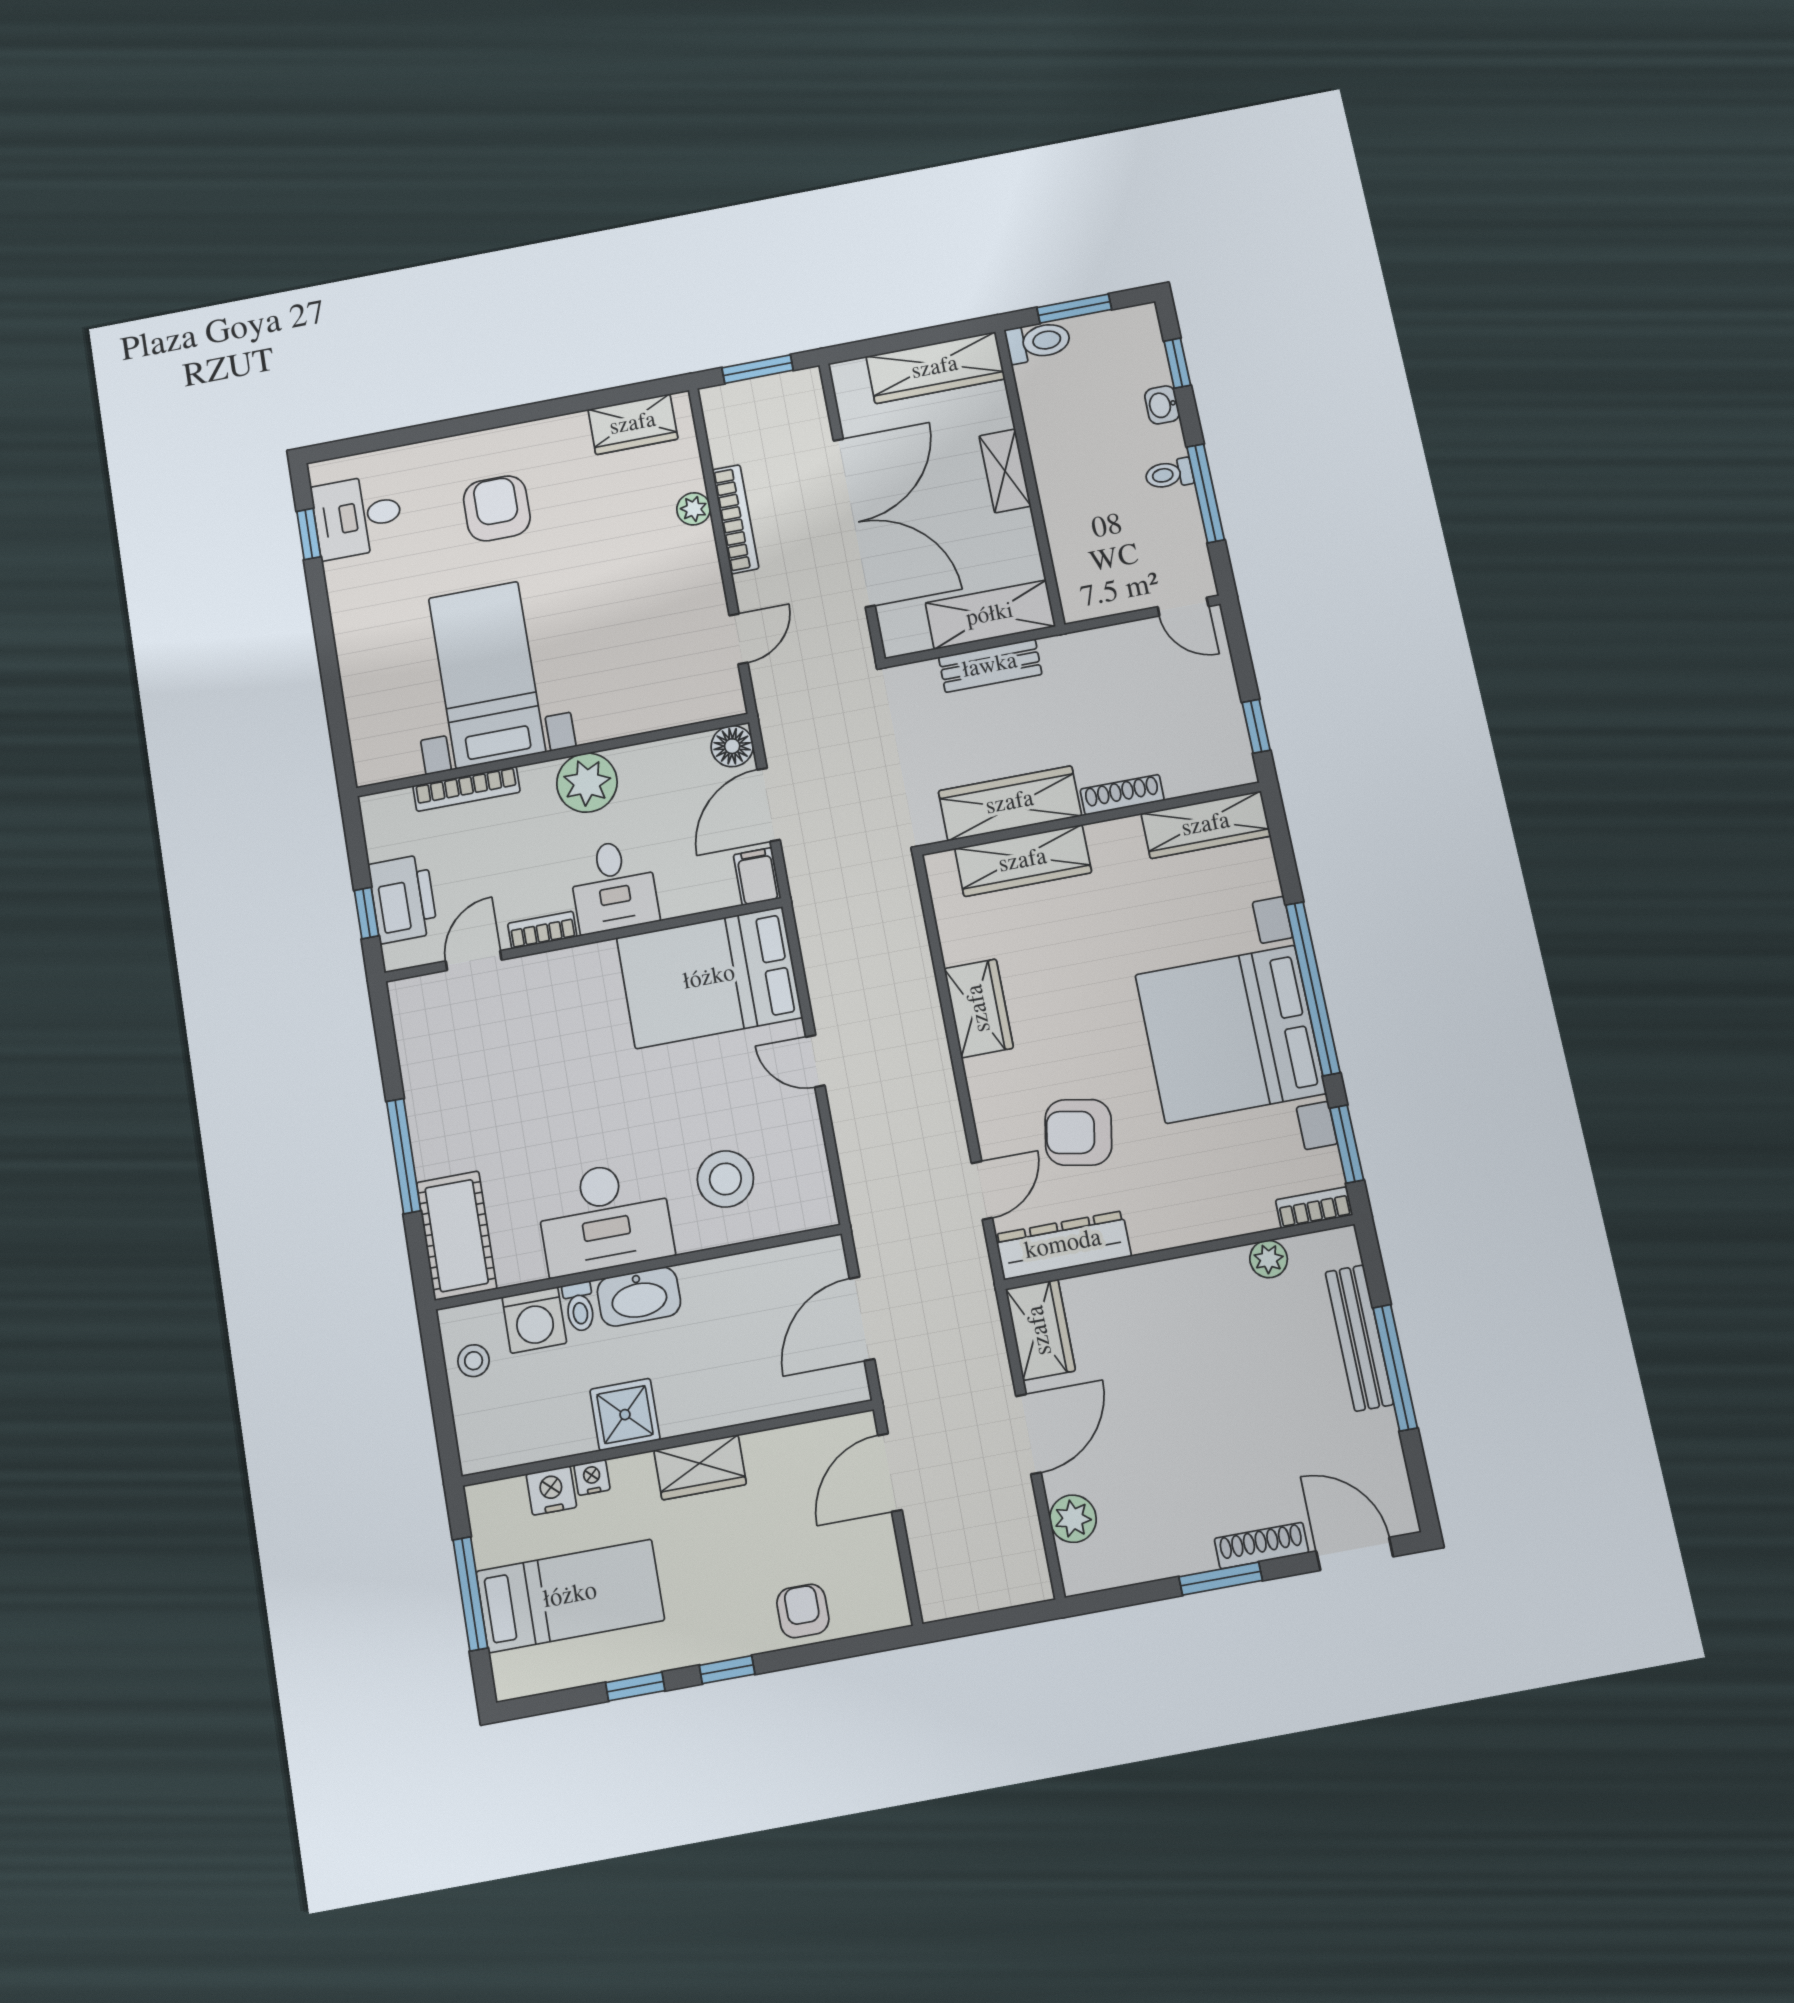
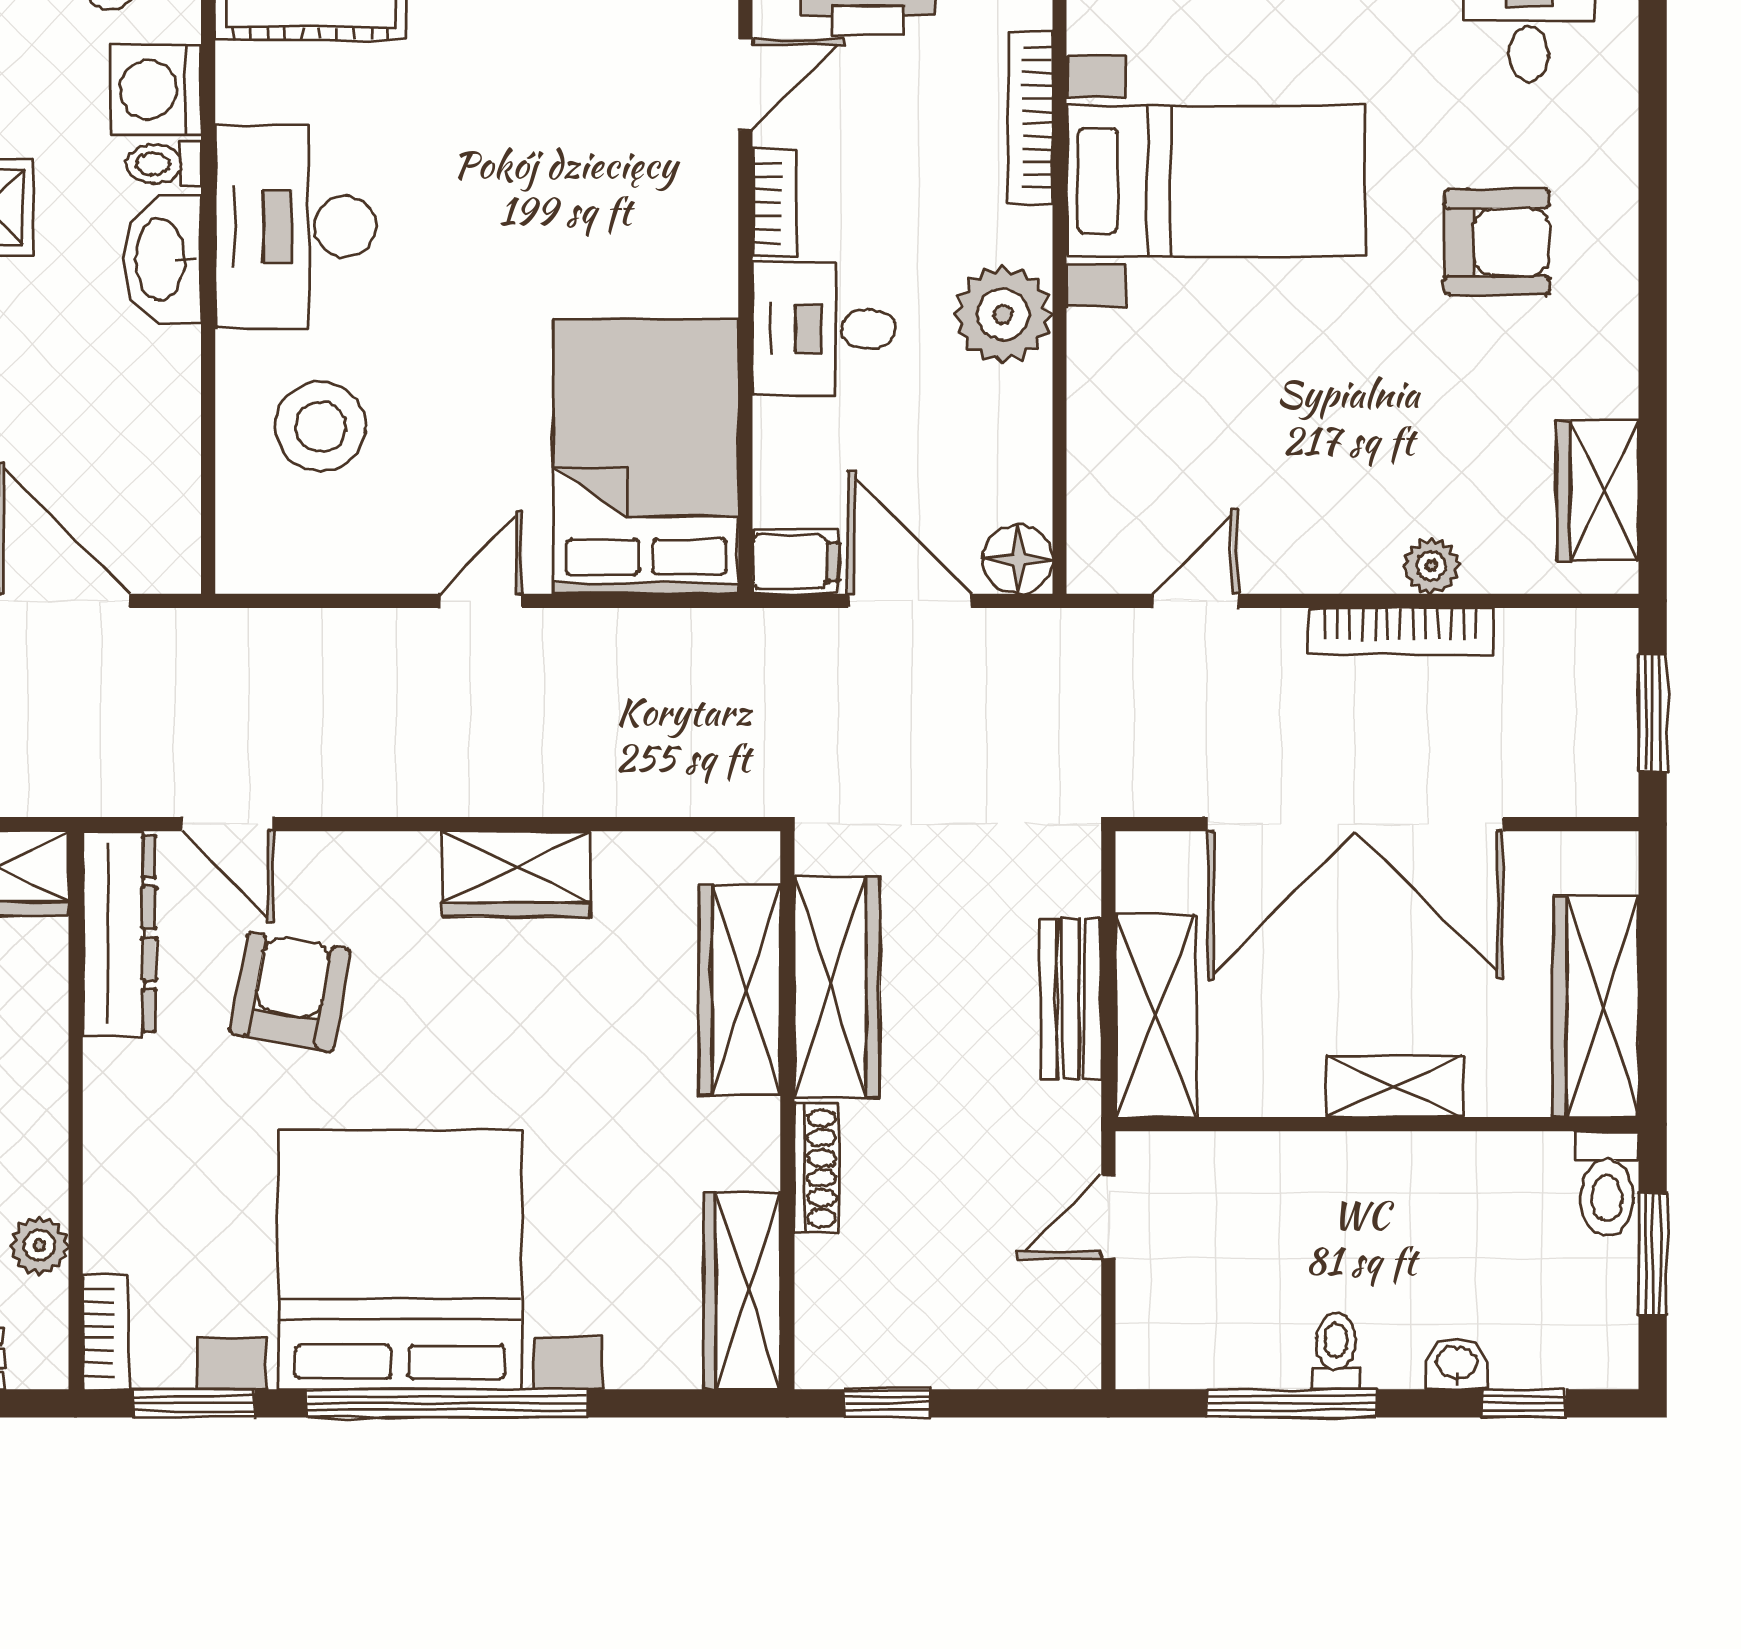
door: (1183, 607) -> (1108, 1217), moved
door: (739, 639) -> (1195, 601), swing flipped
door: (474, 961) -> (745, 85), hinge flipped

